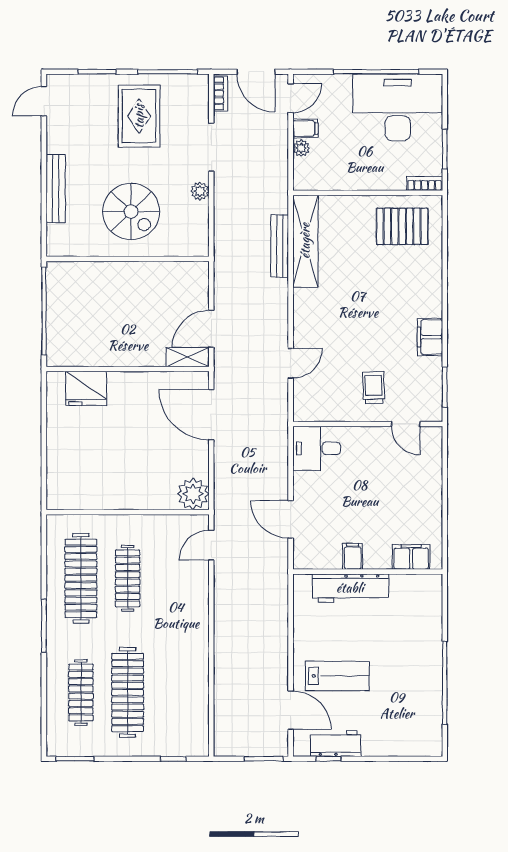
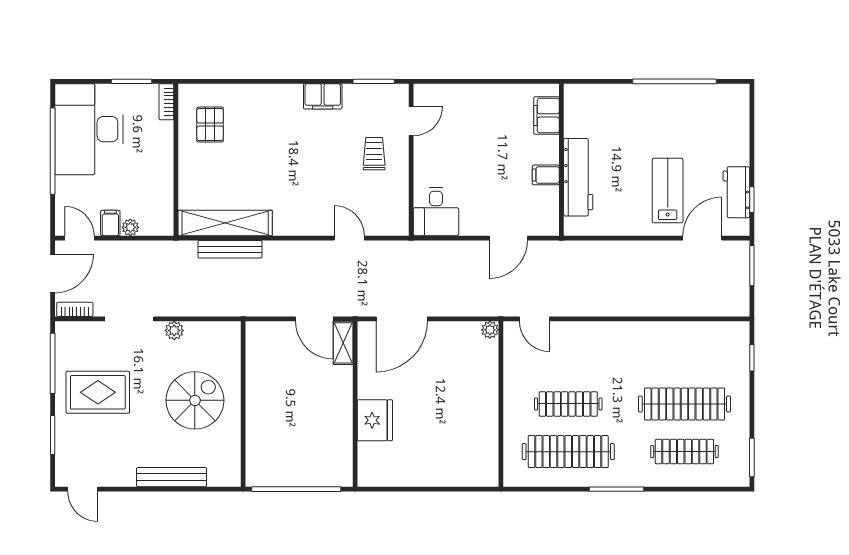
pallet: (402, 226) -> (210, 125), width x0.67, depth x0.71
fridge: (86, 388) -> (375, 420), moved
trolley: (374, 388) -> (374, 154), turned 92
plant: (193, 494) -> (490, 330), width x0.53, depth x0.53

